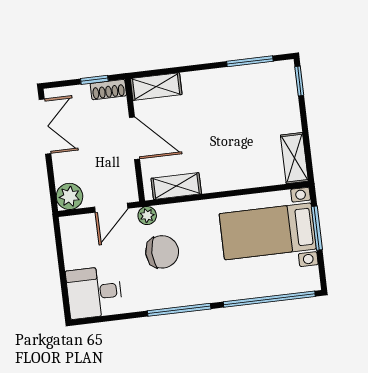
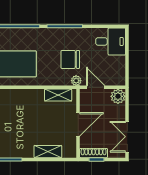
shelving: (156, 87) -> (48, 152), moved
shoe rack: (108, 90) -> (94, 153), width x1.43
door: (135, 138) -> (78, 124), swing flipped
door: (111, 208) -> (96, 87), hinge flipped

